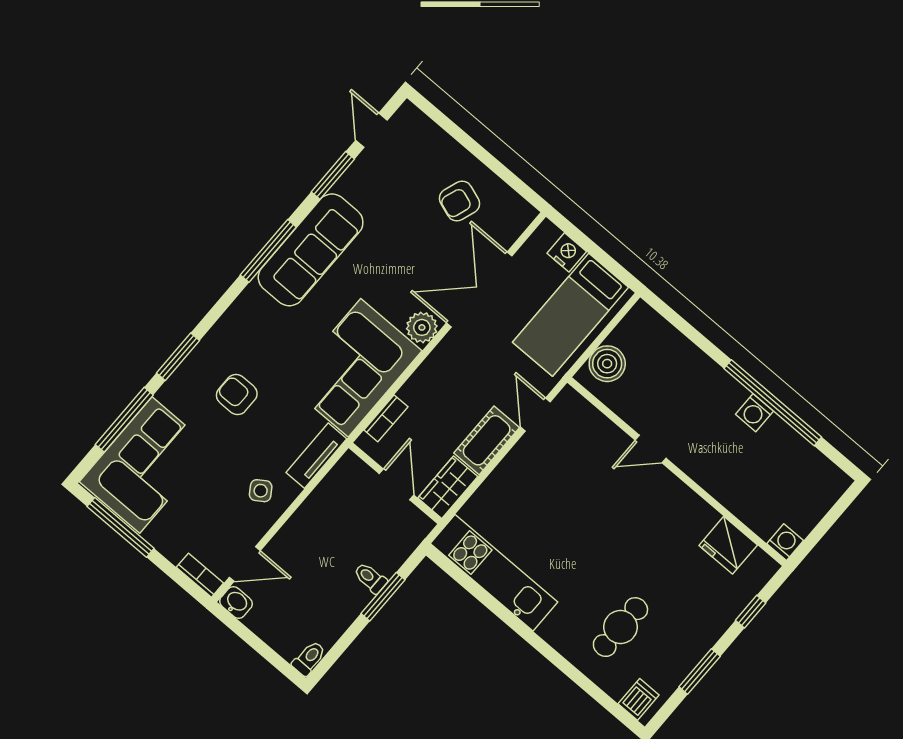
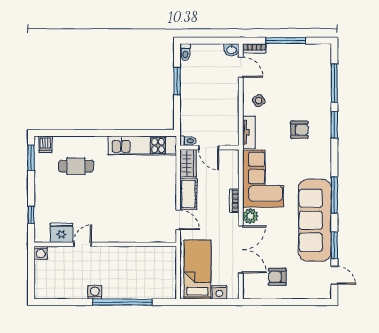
armchair: (459, 201) -> (277, 277), turned -109
sofa: (311, 250) -> (315, 220), width x1.36, depth x1.27
boiler: (607, 364) -> (167, 263), removed
window: (773, 403) -> (122, 302), moved
bookcase: (386, 418) -> (234, 201), moved
door: (651, 449) -> (83, 244), moved
corner sofa: (146, 465) -> (311, 73), removed
window: (121, 527) -> (286, 41), moved
door: (245, 564) -> (241, 67), swing flipped
toilet: (370, 578) -> (188, 141), moved
window: (383, 597) -> (177, 81), moved
cafe table: (620, 627) -> (76, 166), turned 90
window: (700, 672) -> (31, 158), moved

